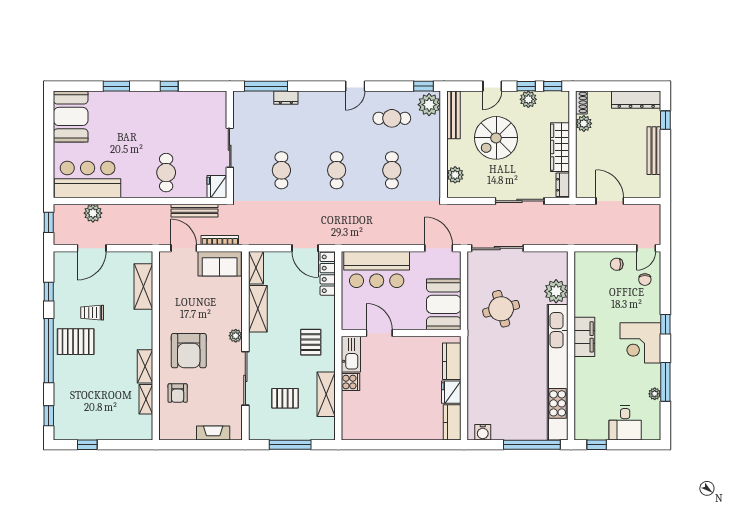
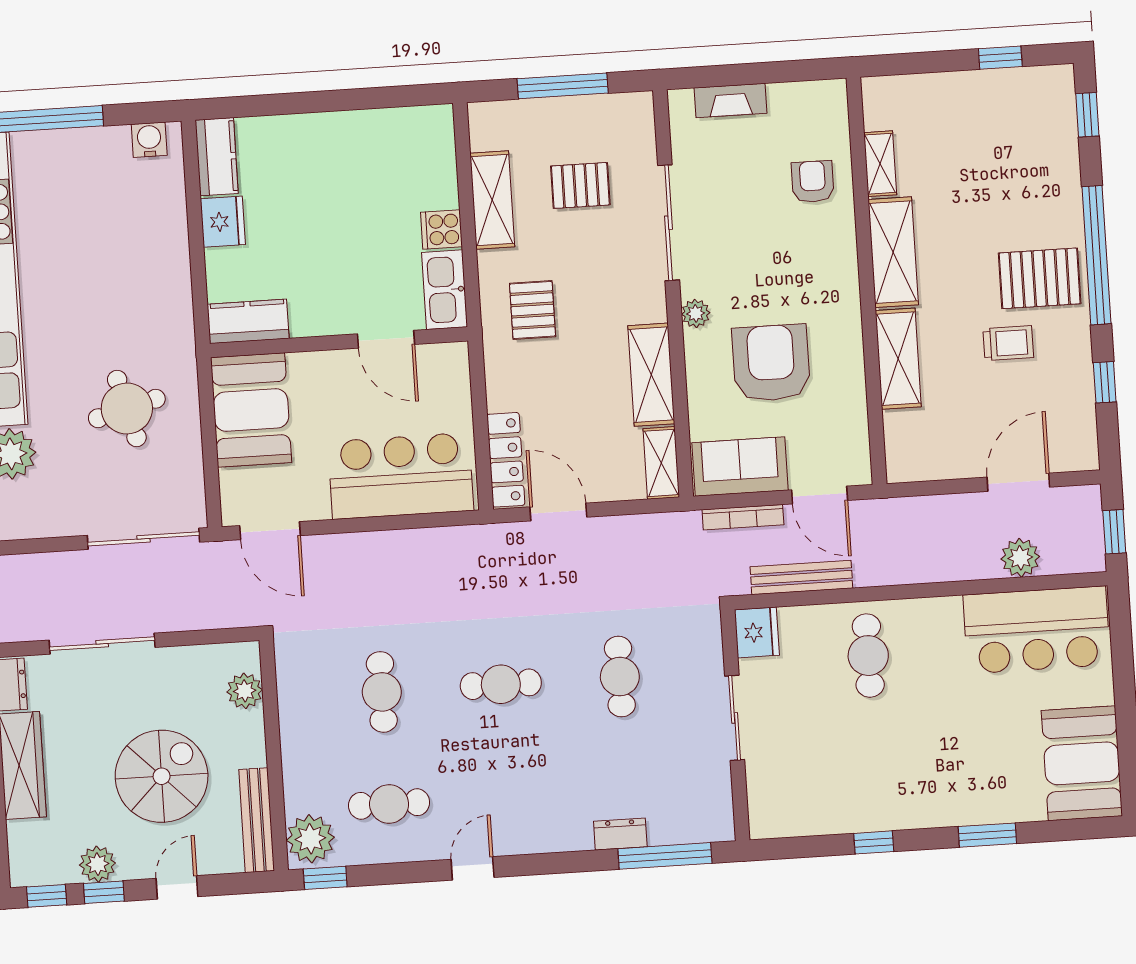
cafe table: (337, 170) -> (501, 684), turned 90
shelving: (143, 287) -> (898, 359), moved
armchair: (189, 351) -> (771, 363), moved
kitchen counter: (452, 361) -> (248, 321), moved, turned -90
shelving: (145, 366) -> (893, 252), width x1.50, depth x1.33

